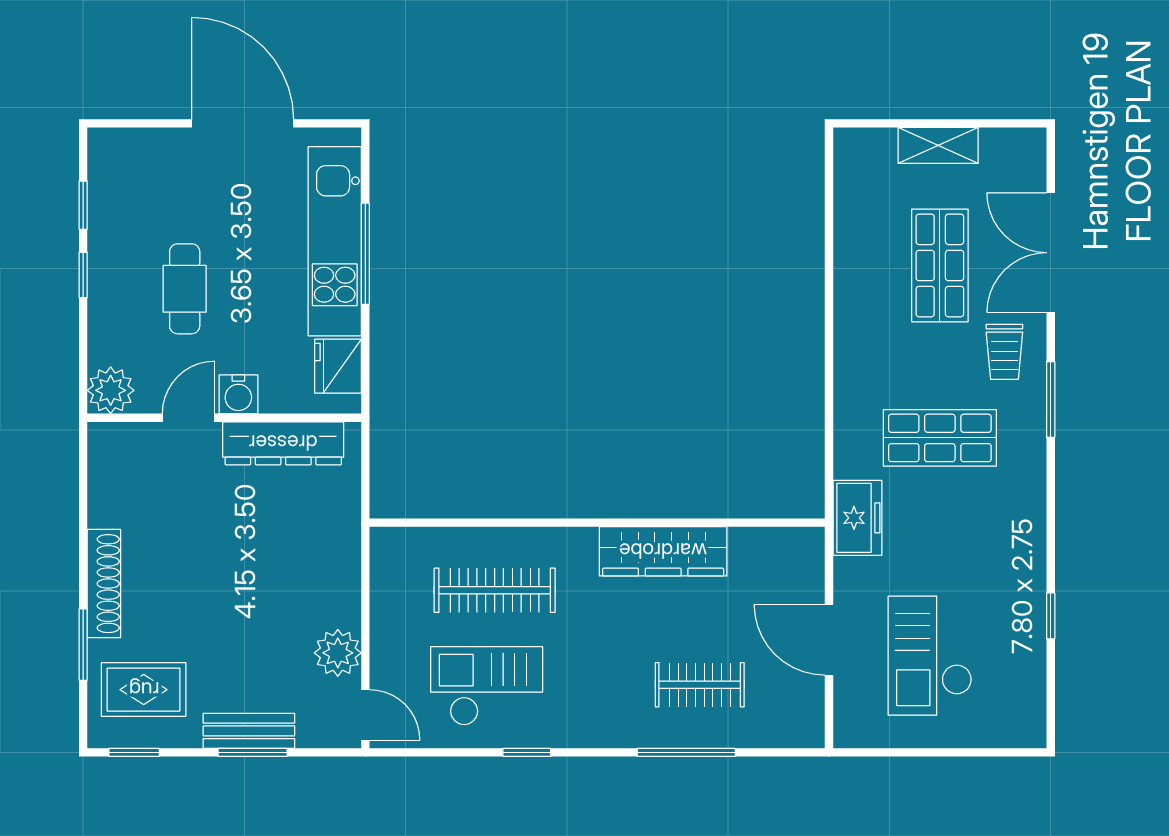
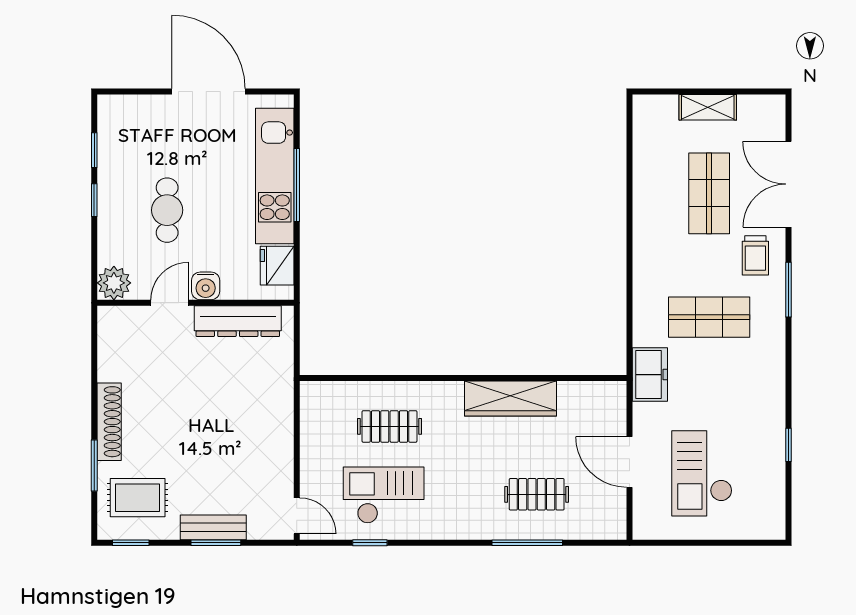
clothes rail: (495, 590) -> (389, 426), width x0.73
plant: (338, 653) -> (277, 471), removed
window: (527, 752) -> (370, 543), moved

